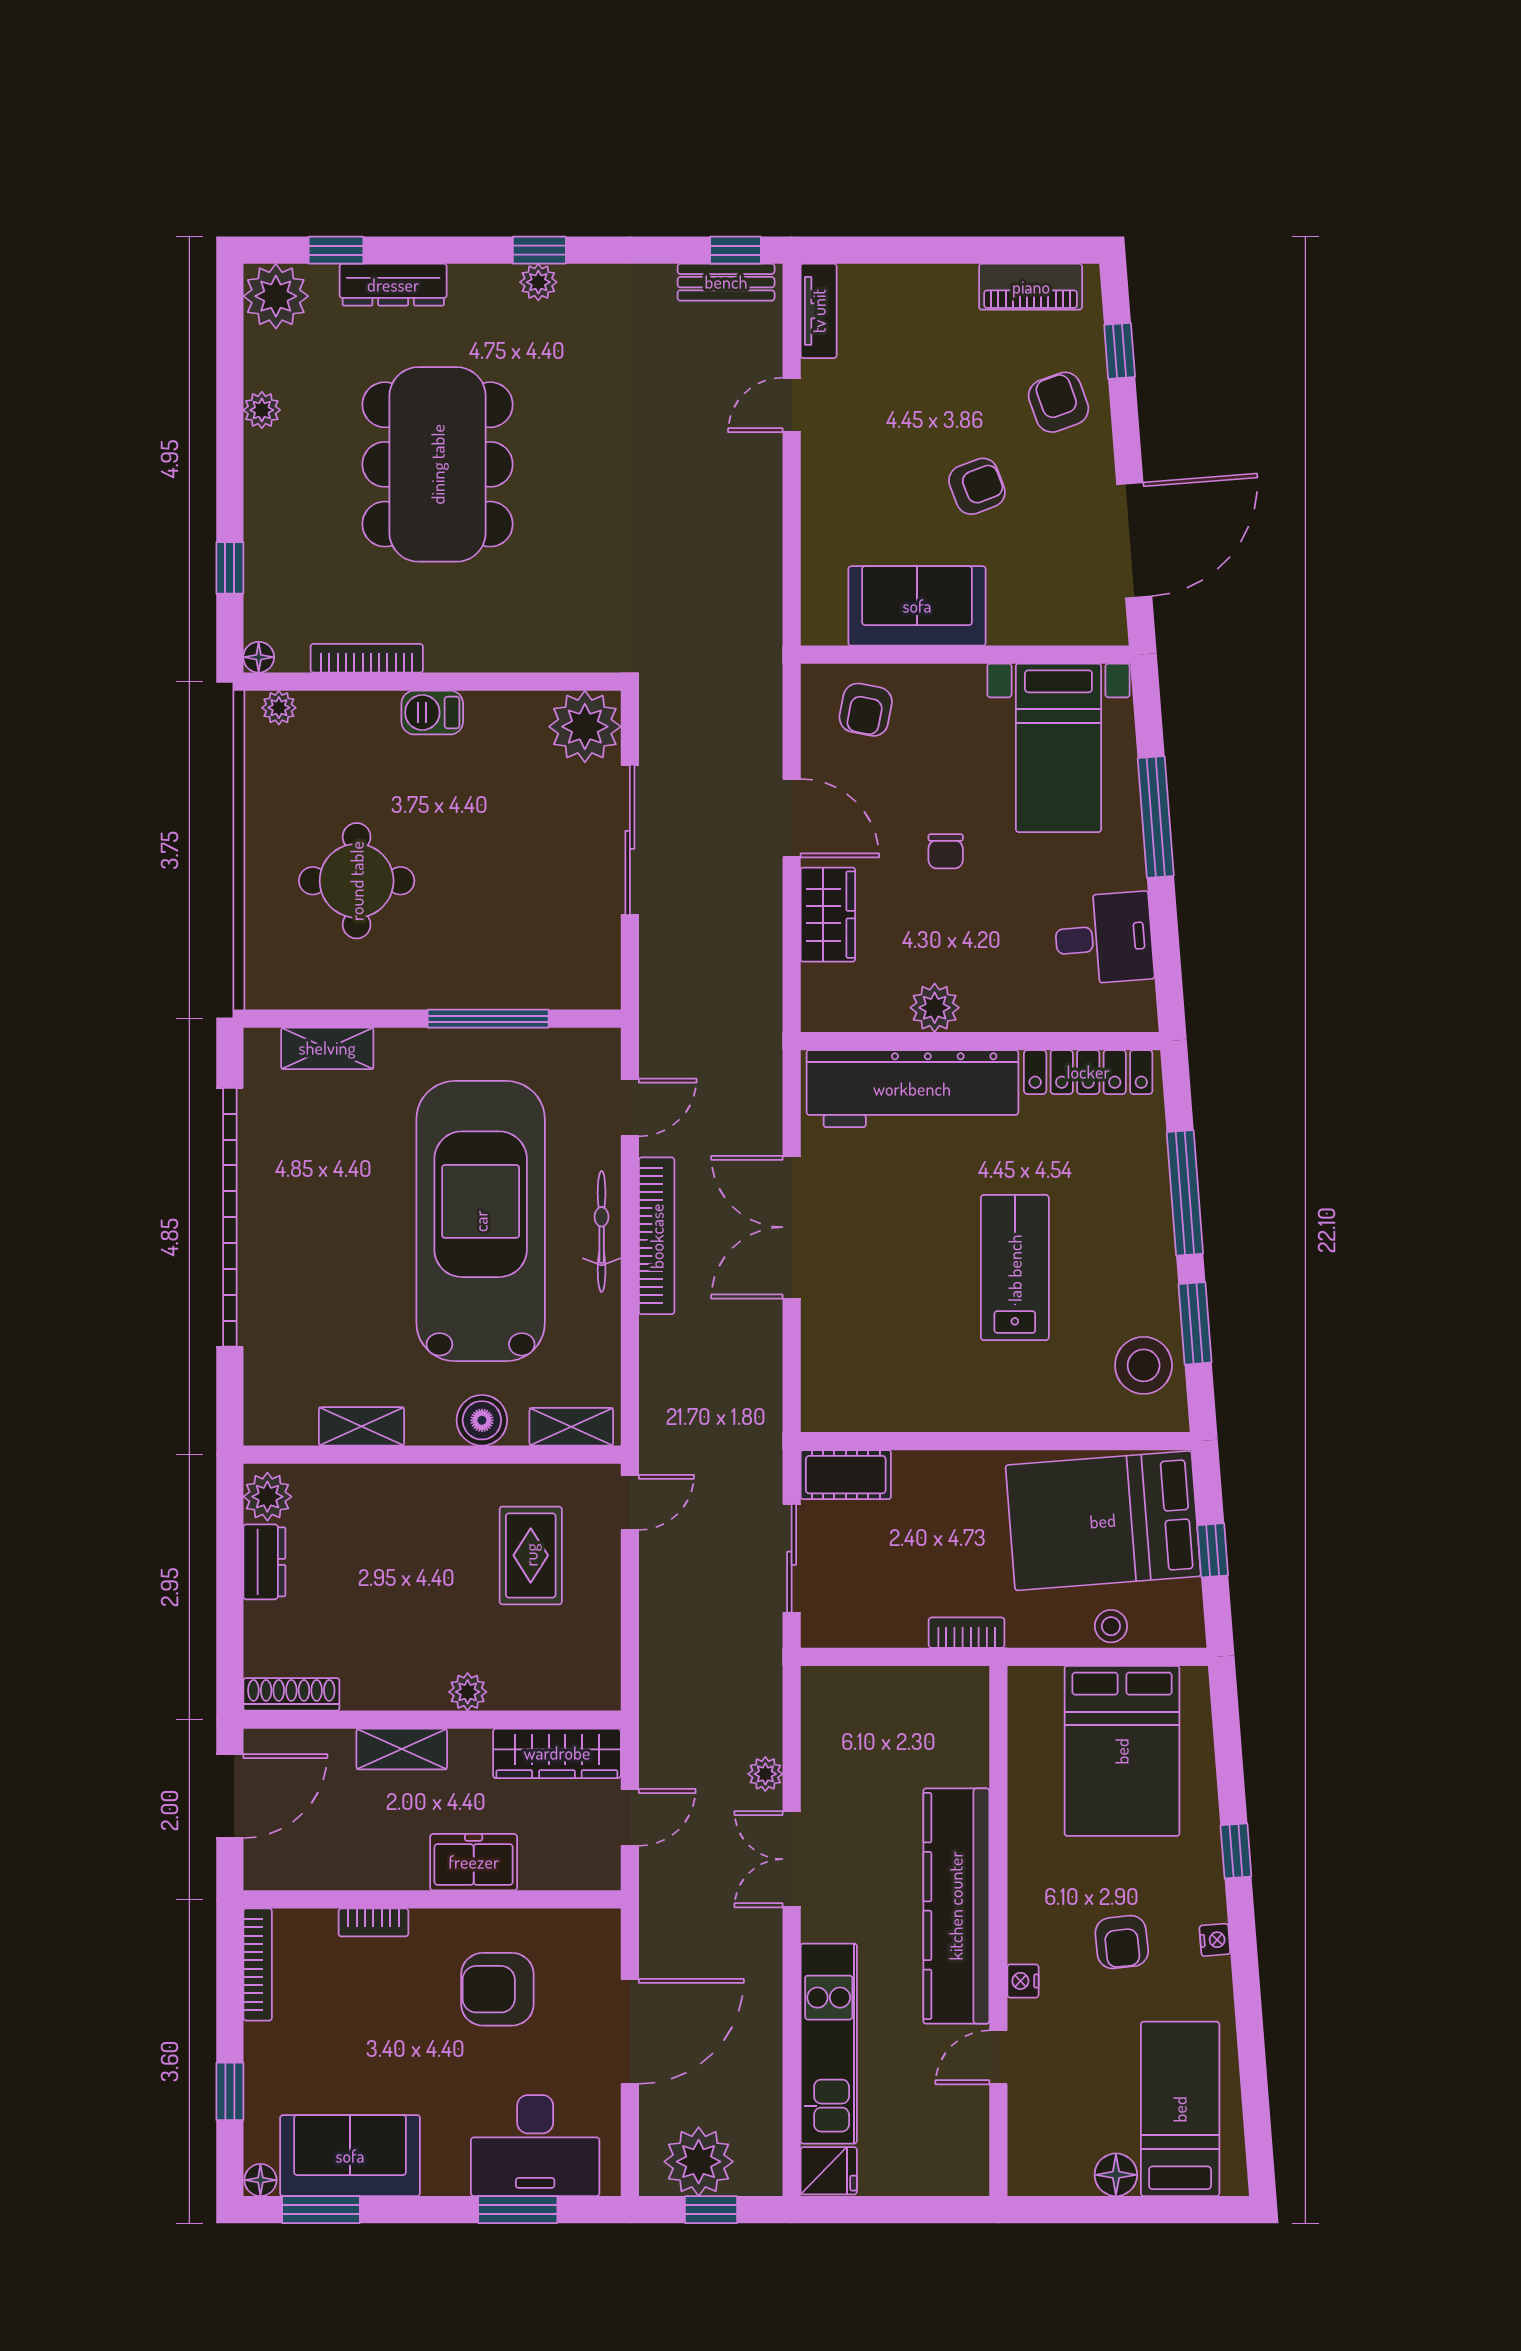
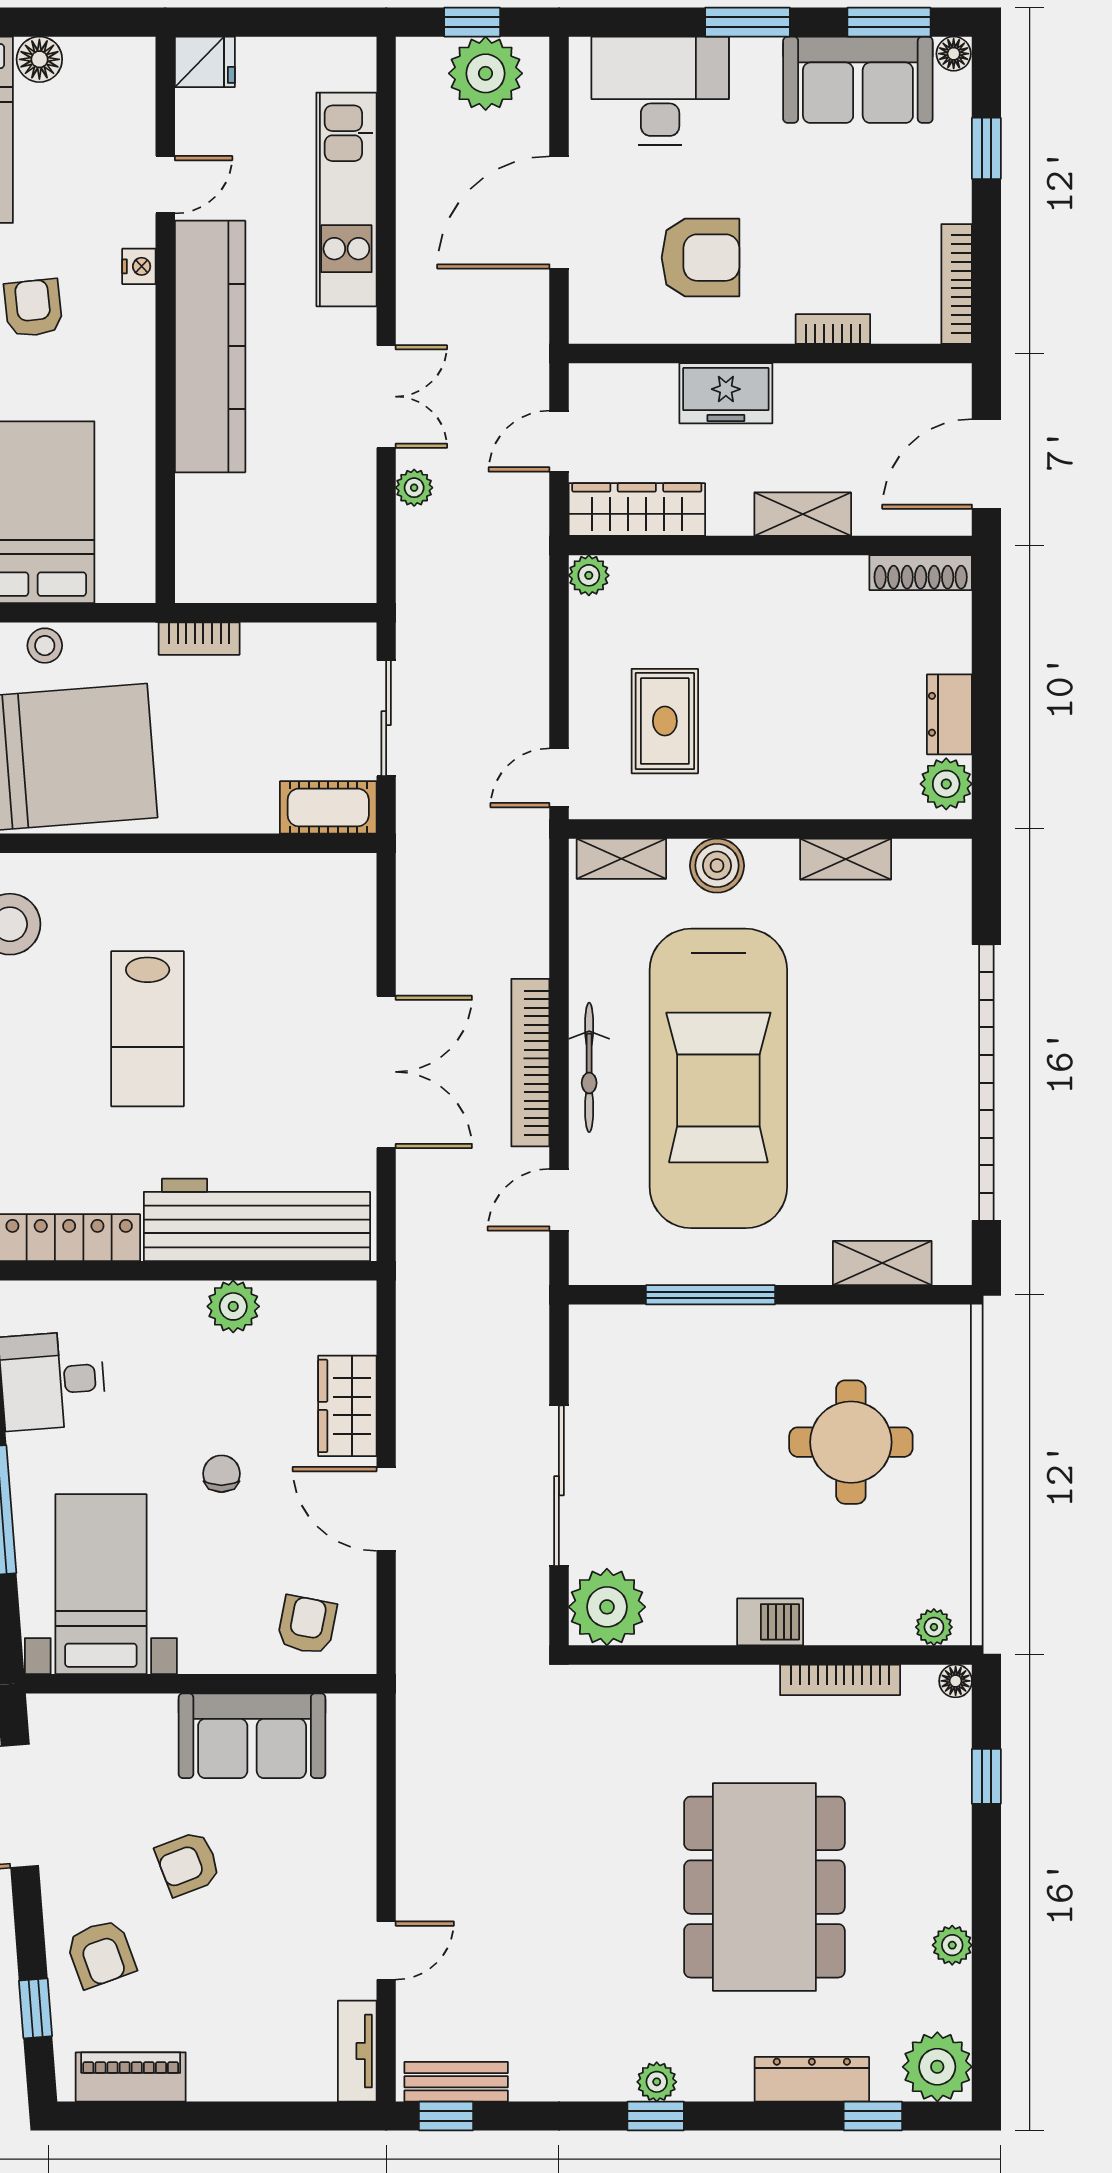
plant: (468, 1692) -> (589, 575), moved
fridge: (829, 2171) -> (205, 62), moved, turned 180
window: (518, 2210) -> (747, 22), moved

